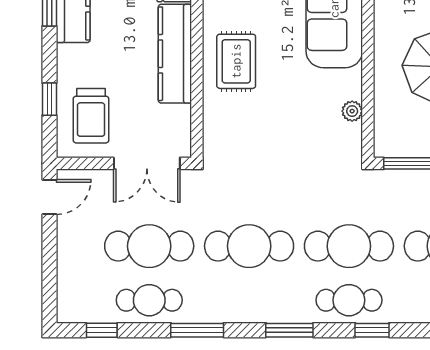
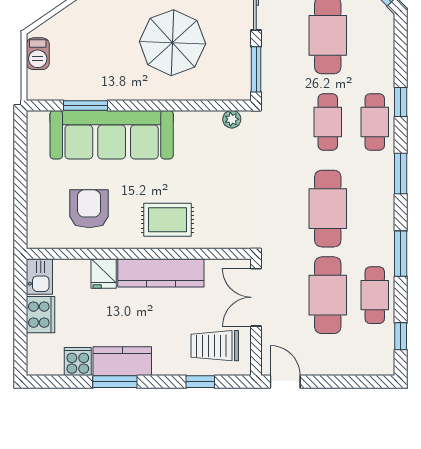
plant: (352, 111) -> (232, 119), moved
trolley: (91, 116) -> (215, 346), turned 180
double door: (147, 163) -> (256, 297), swing flipped
cafe table: (349, 246) -> (328, 122), width x0.73, depth x0.74

